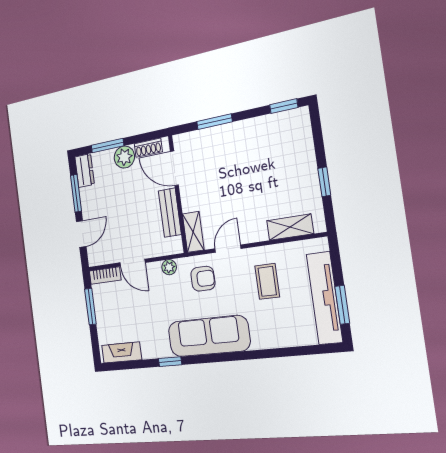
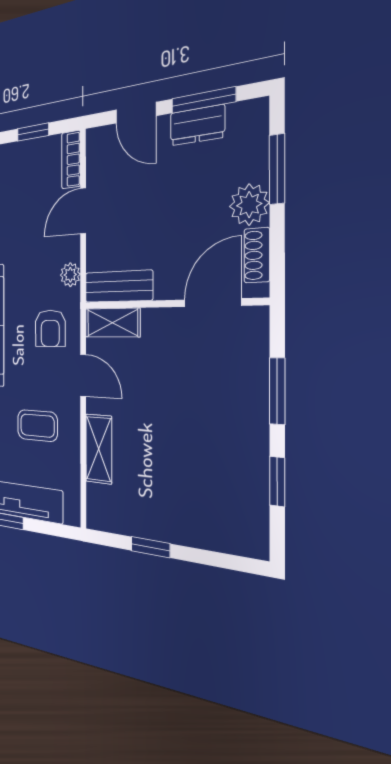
window: (284, 106) -> (277, 481), moved
dresser: (85, 171) -> (197, 125), moved
bench: (170, 213) -> (118, 286), moved
shelving: (290, 227) -> (99, 449), moved
window: (90, 307) -> (33, 132), width x0.67

